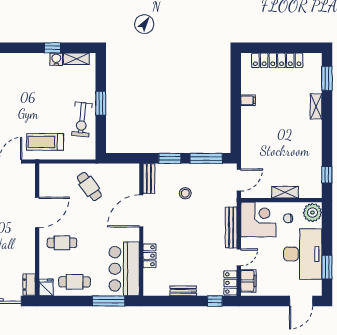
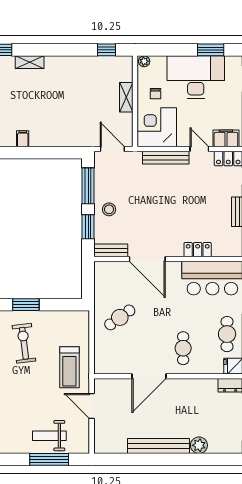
exercise bike: (82, 119) -> (24, 343), moved, turned -103
stool: (185, 193) -> (109, 209), moved
door: (37, 212) -> (149, 376), swing flipped
plant: (312, 212) -> (144, 61), width x0.53, depth x0.53

